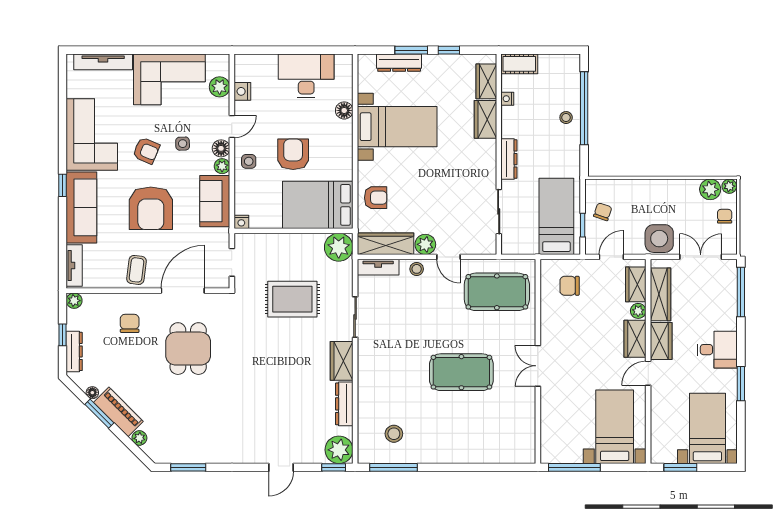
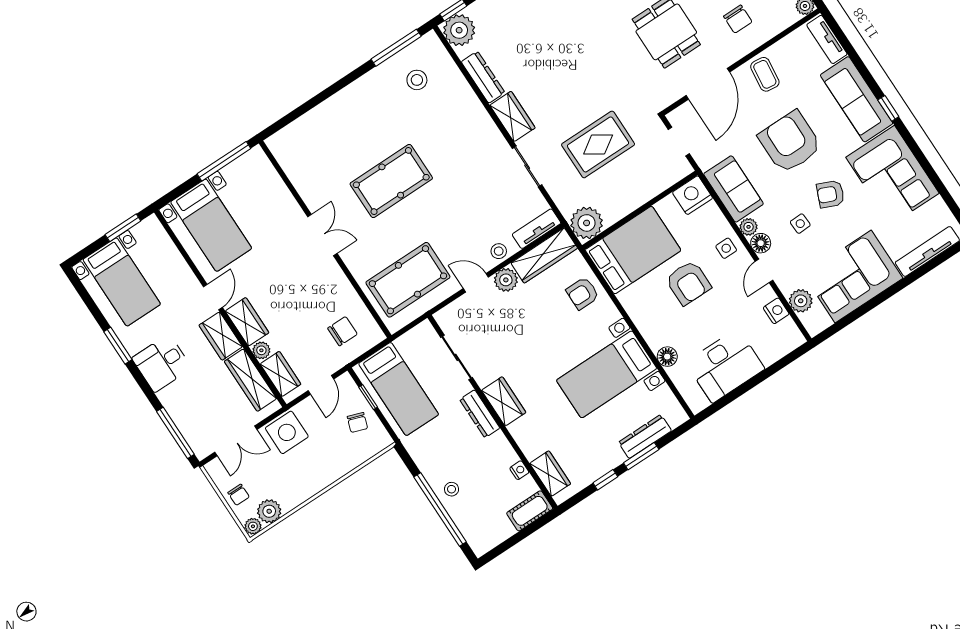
wardrobe: (485, 119) -> (504, 401), moved
nightstand: (241, 222) -> (693, 195), width x1.89, depth x1.79

